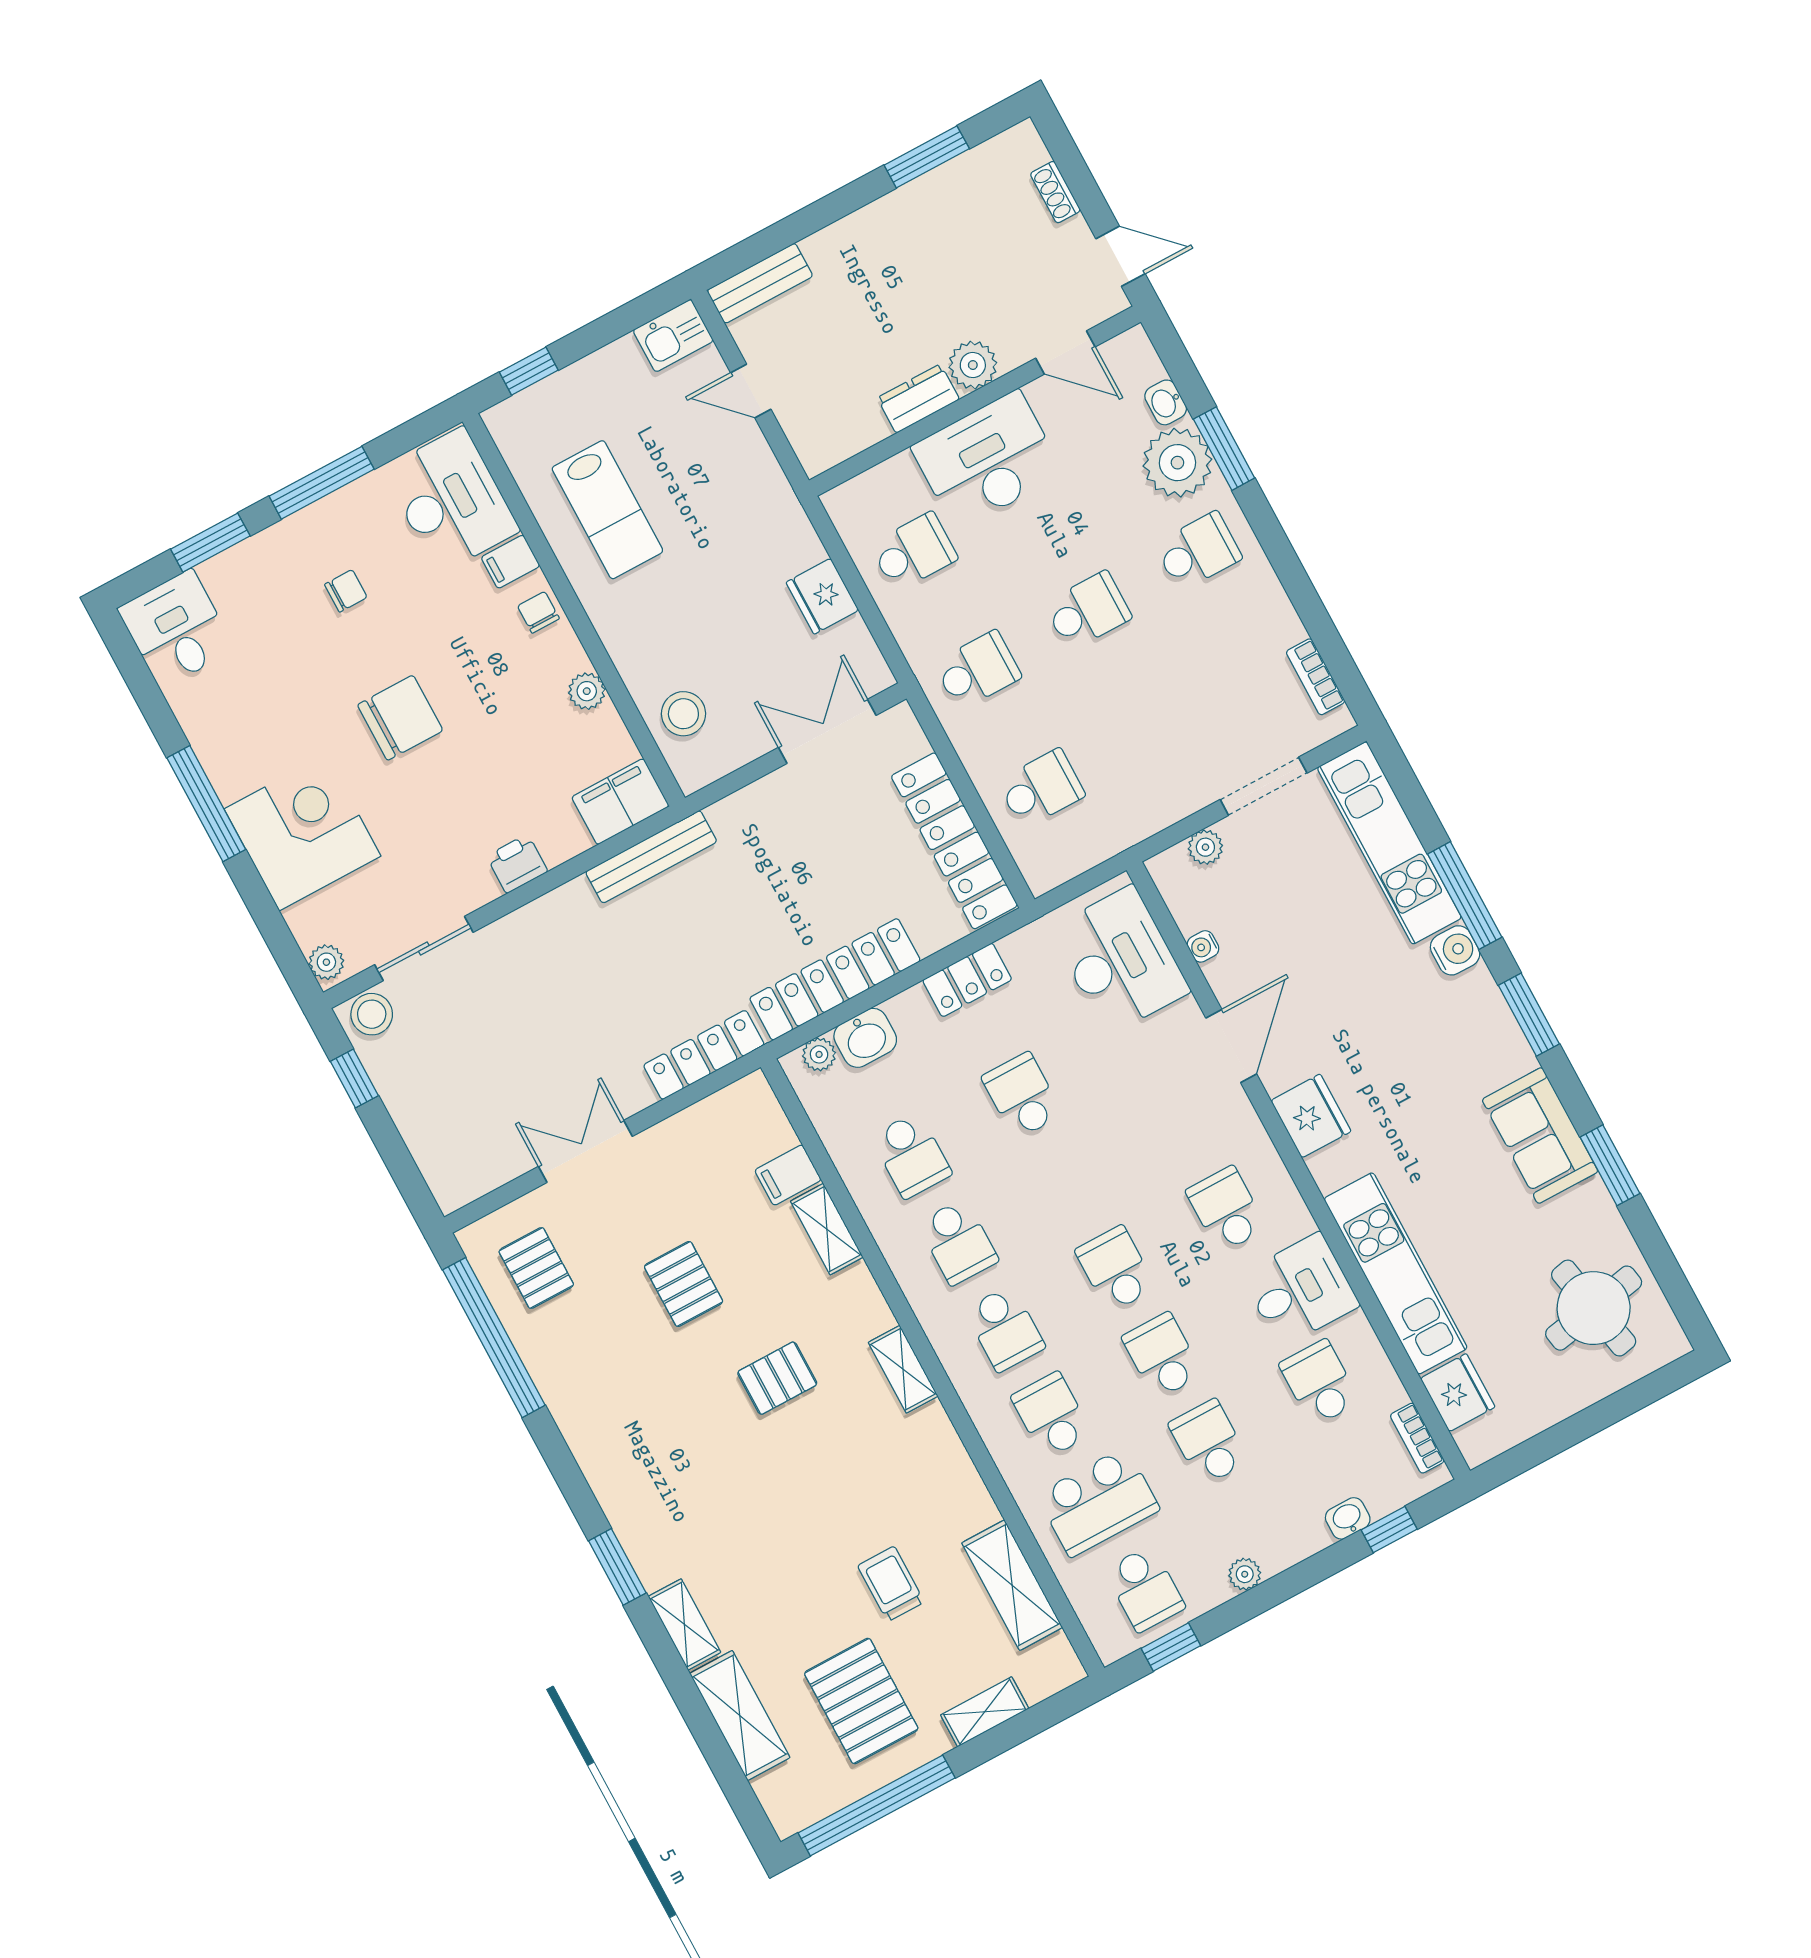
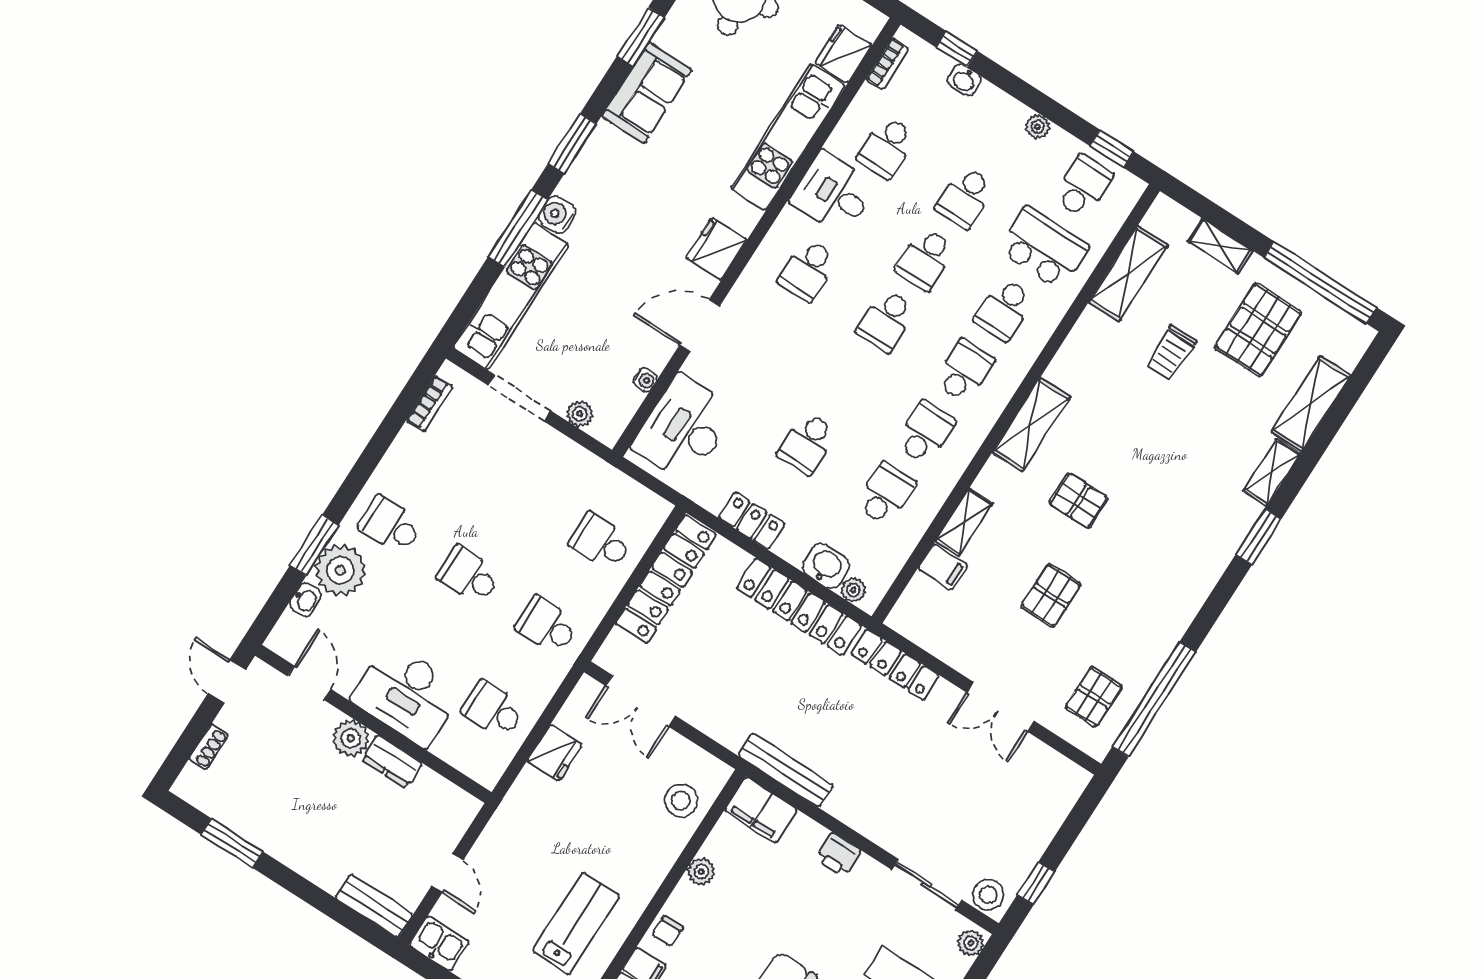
shelving: (903, 1369) -> (1031, 425), width x1.50, depth x1.33

